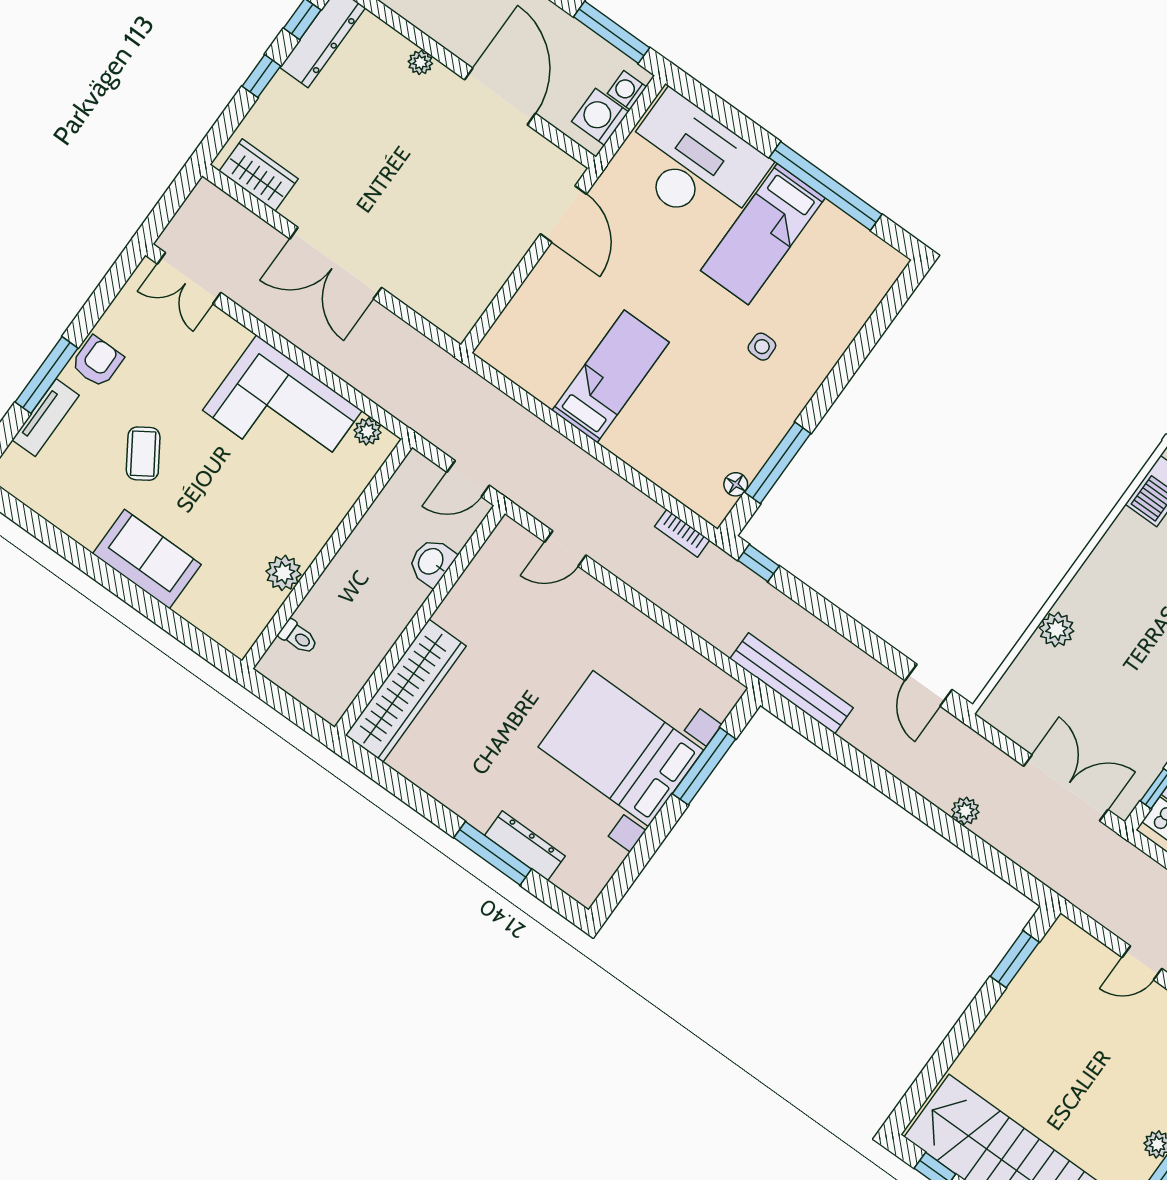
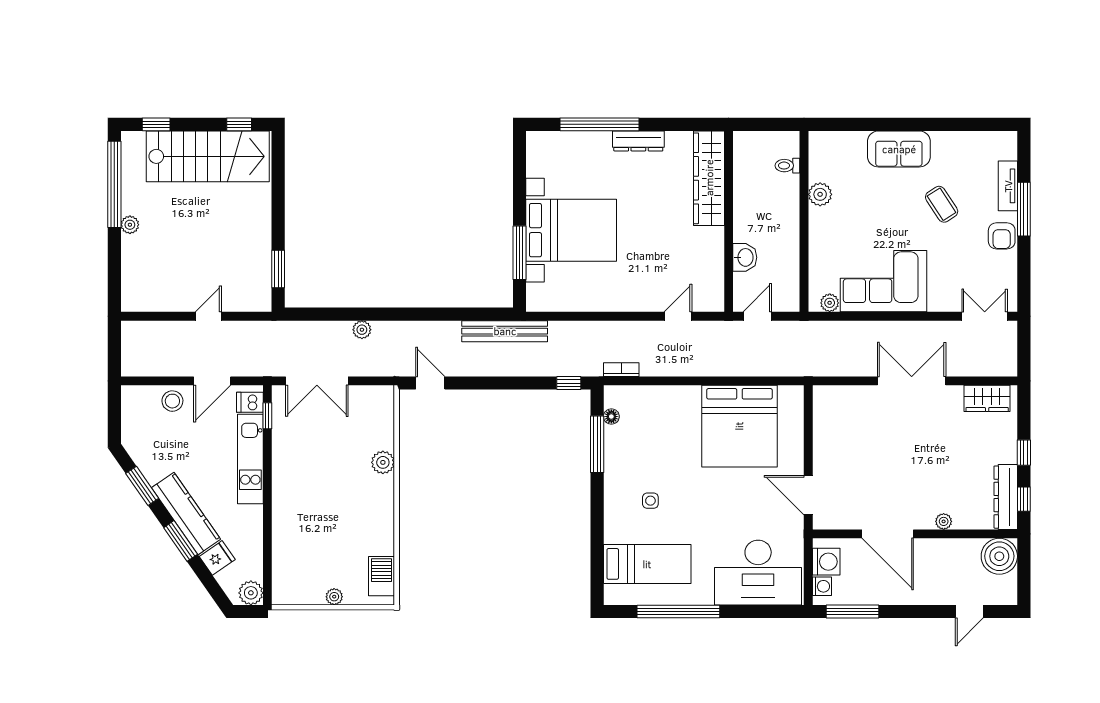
bed: (763, 234) -> (647, 564), moved, turned 90
bed: (611, 376) -> (739, 426), width x2.04
dresser: (525, 846) -> (638, 141), moved
window: (493, 853) -> (599, 124), width x1.46

